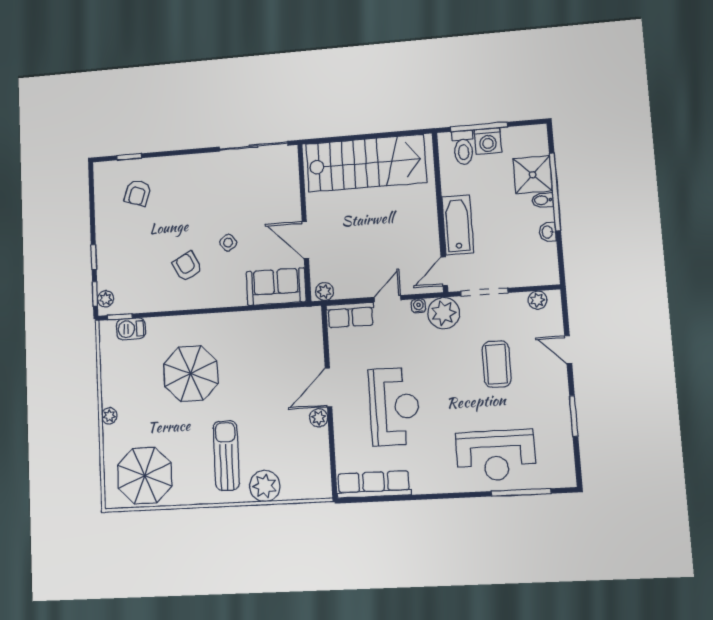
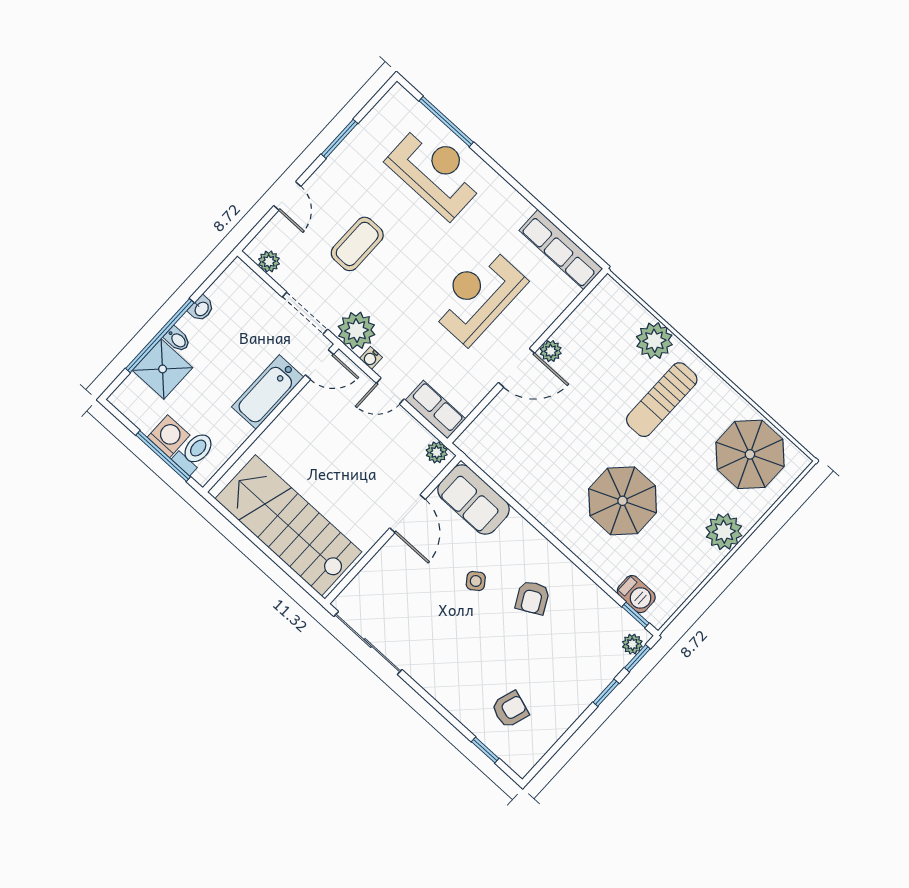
plant: (109, 416) -> (724, 532), width x1.87, depth x1.87

